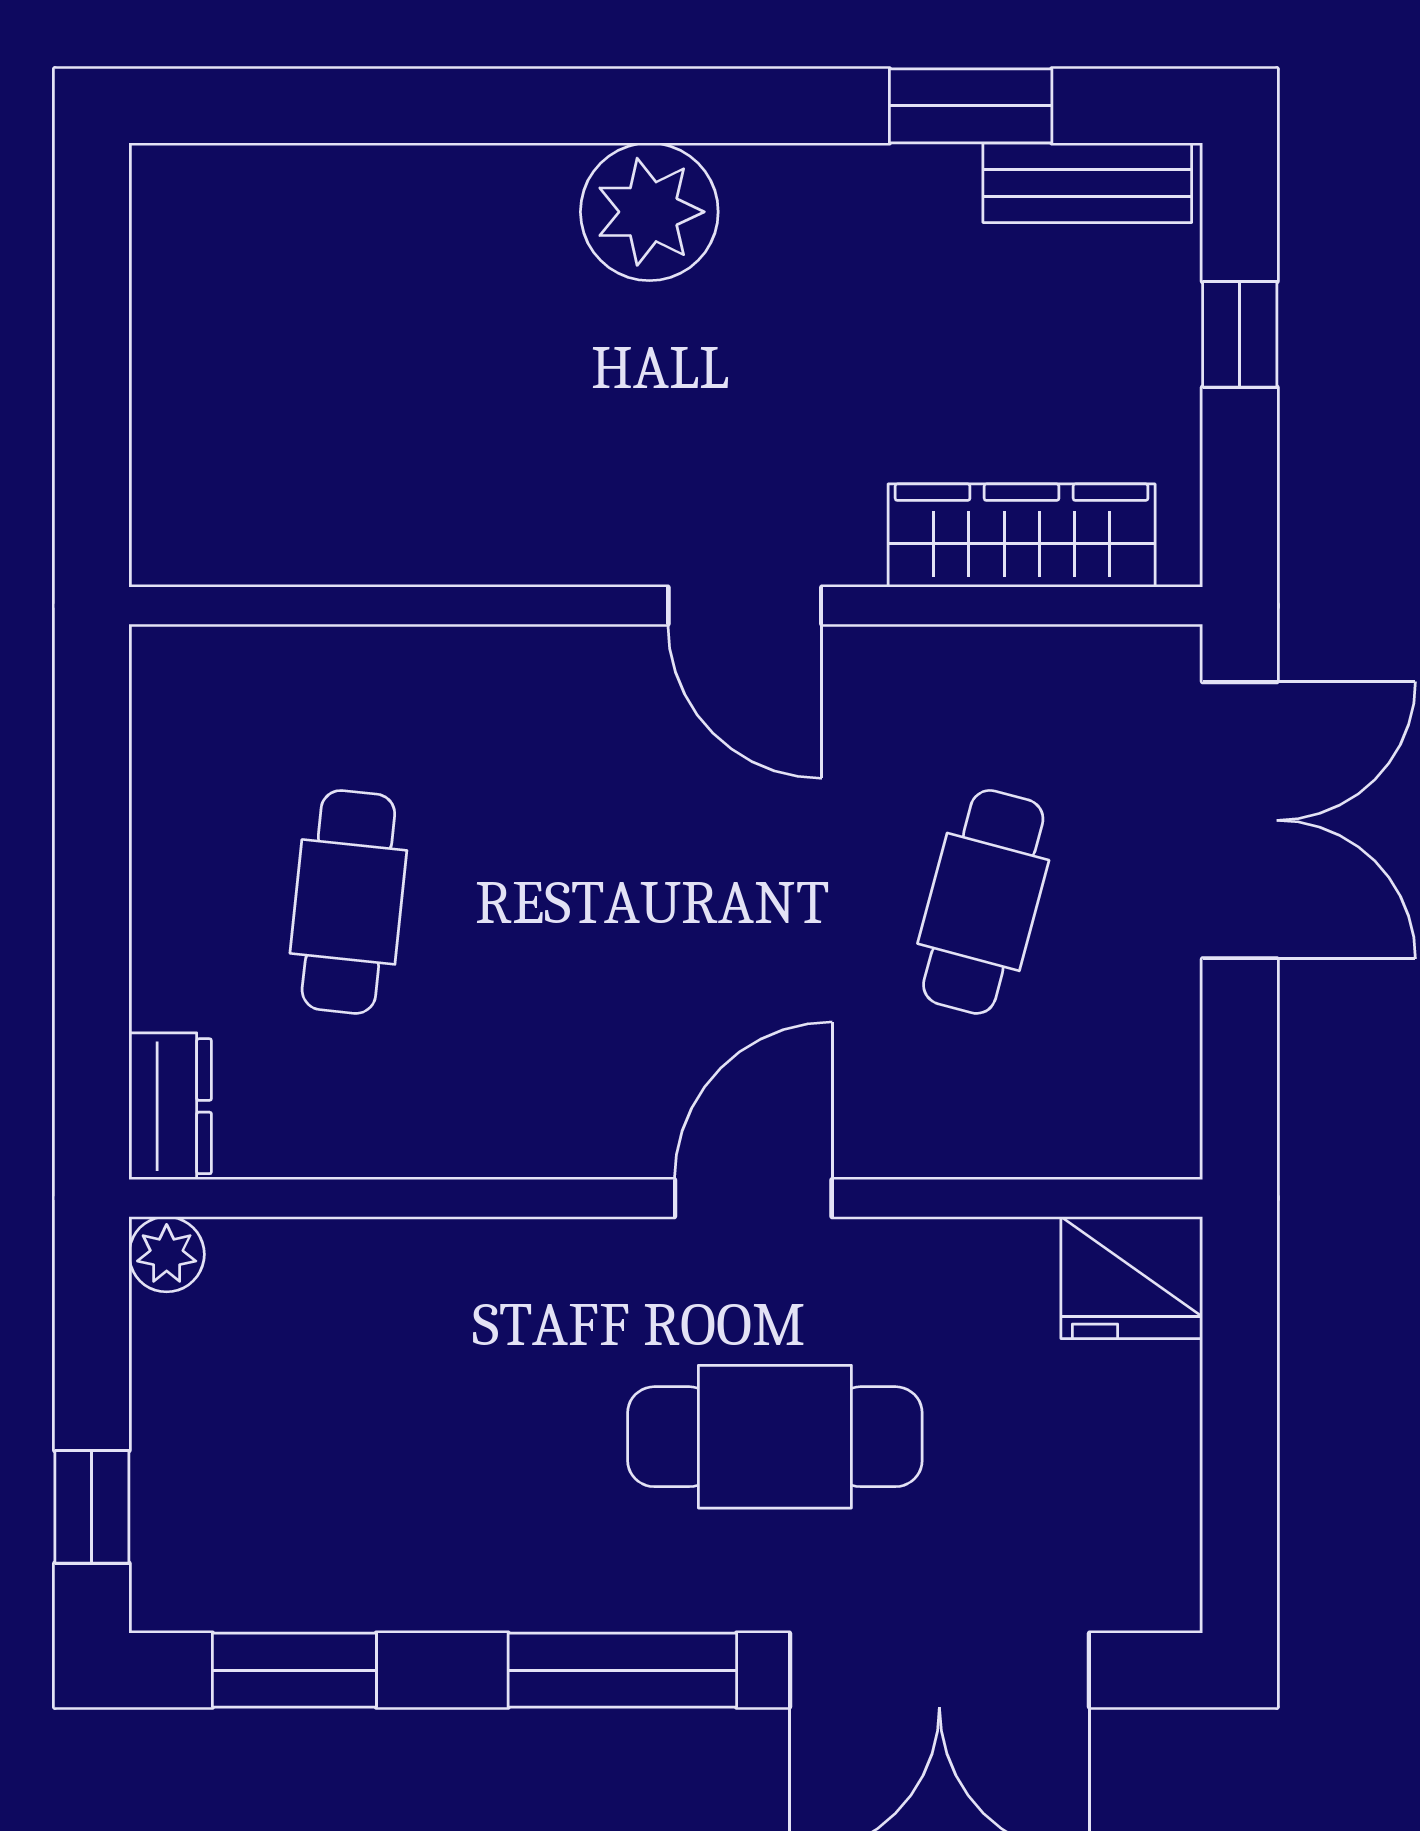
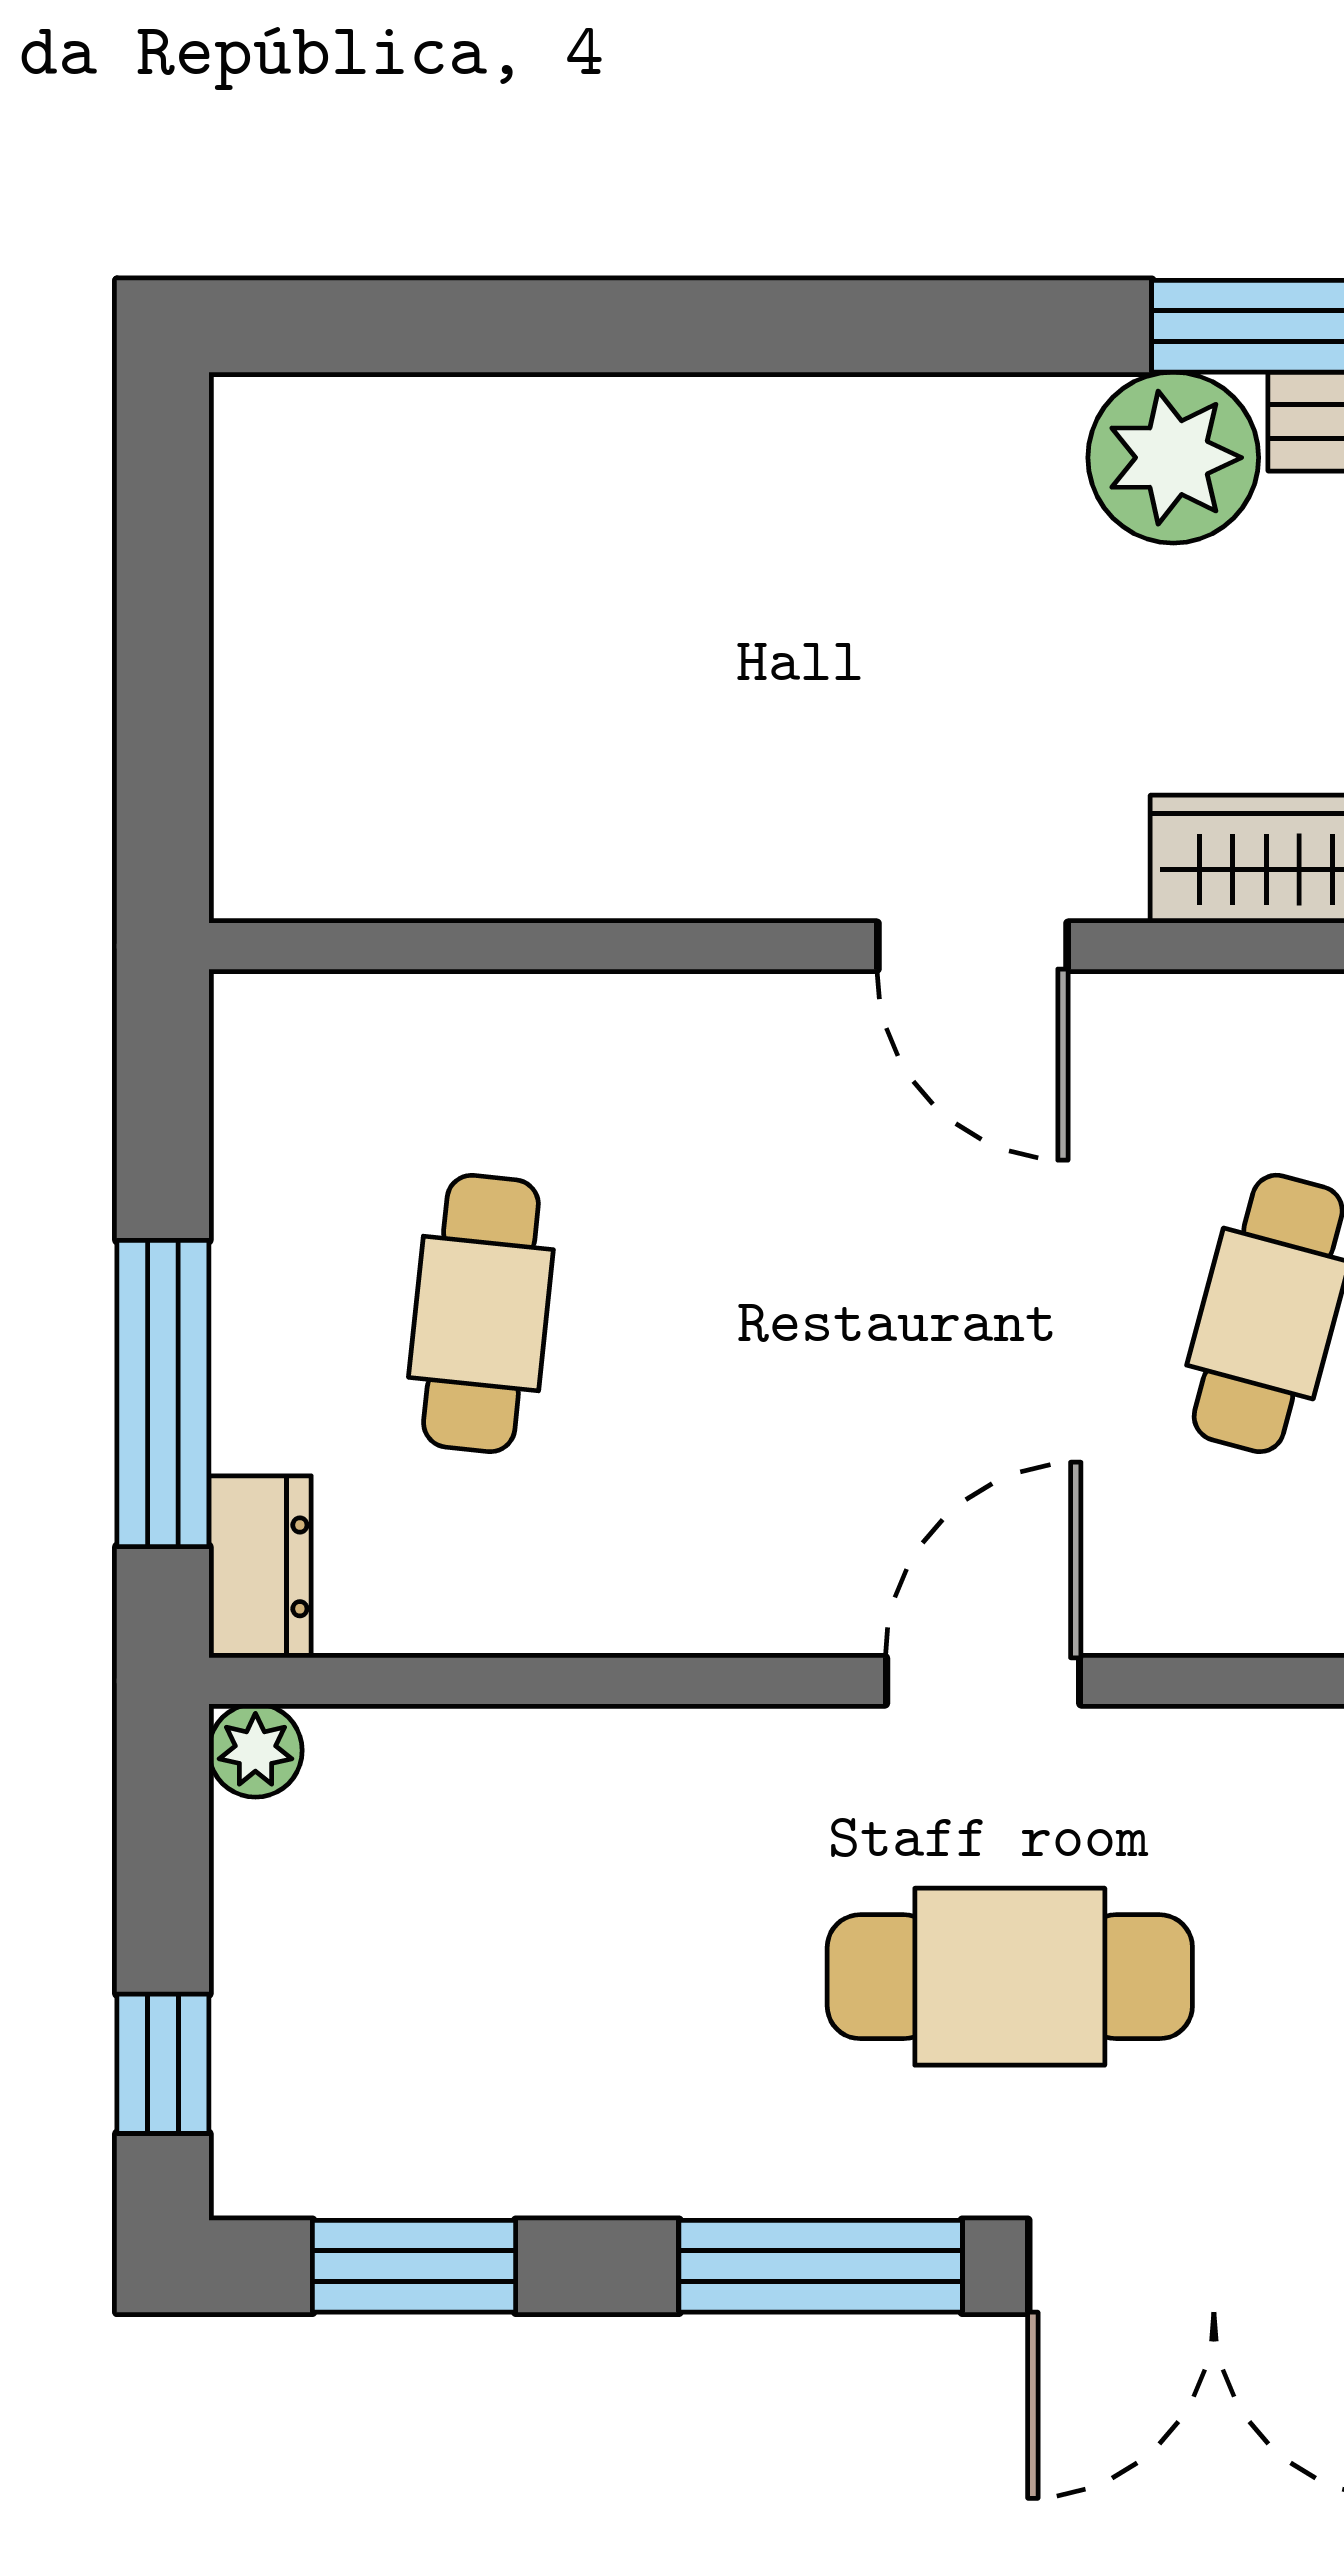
plant: (649, 212) -> (1173, 458), moved
window: (92, 966) -> (163, 1394), added

